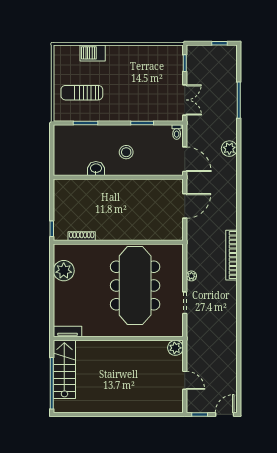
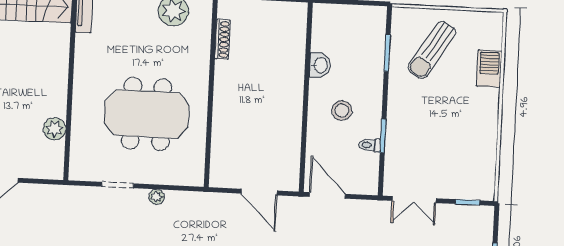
sun lounger: (82, 93) -> (432, 50), turned -148
toilet: (177, 132) -> (370, 145), moved
door: (185, 159) -> (327, 195), swing flipped
meeting table: (135, 285) -> (147, 114), width x0.73
plant: (175, 348) -> (55, 129), moved

